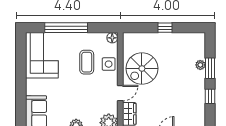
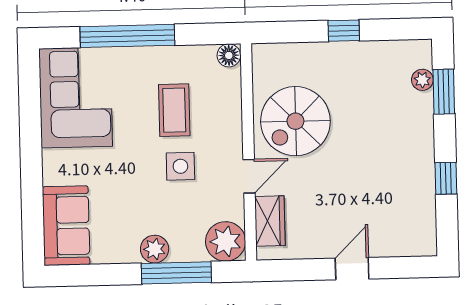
side table: (109, 64) -> (180, 166), moved
plant: (200, 65) -> (422, 80), moved
window: (210, 68) -> (444, 92), moved

